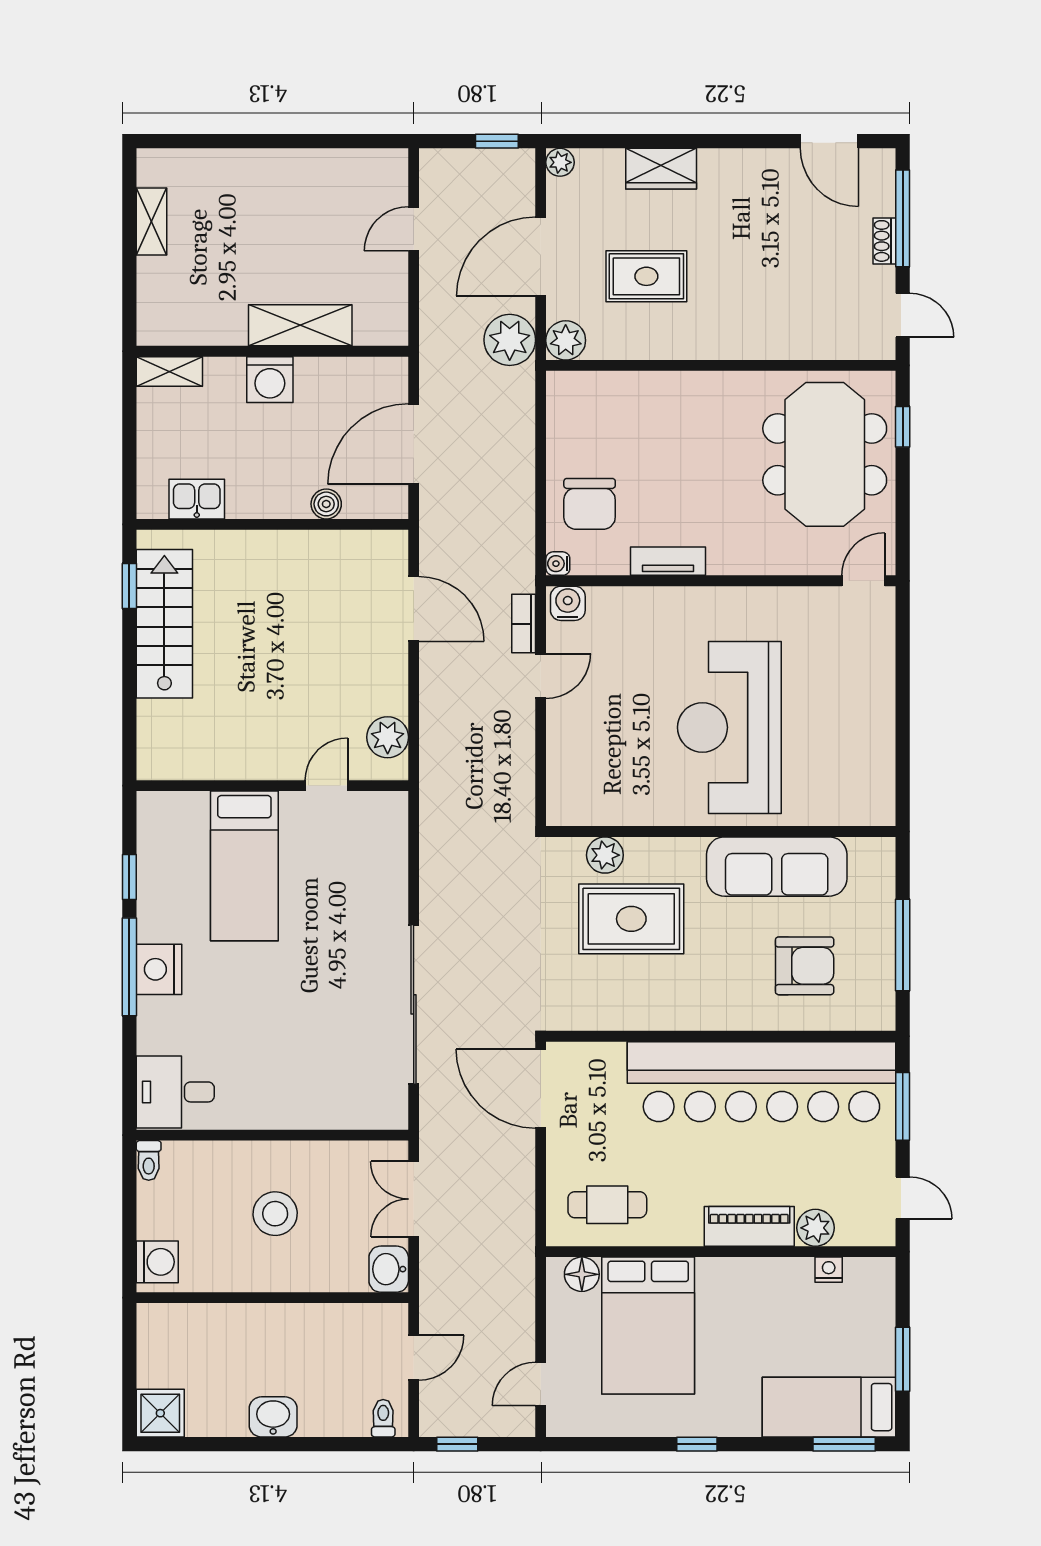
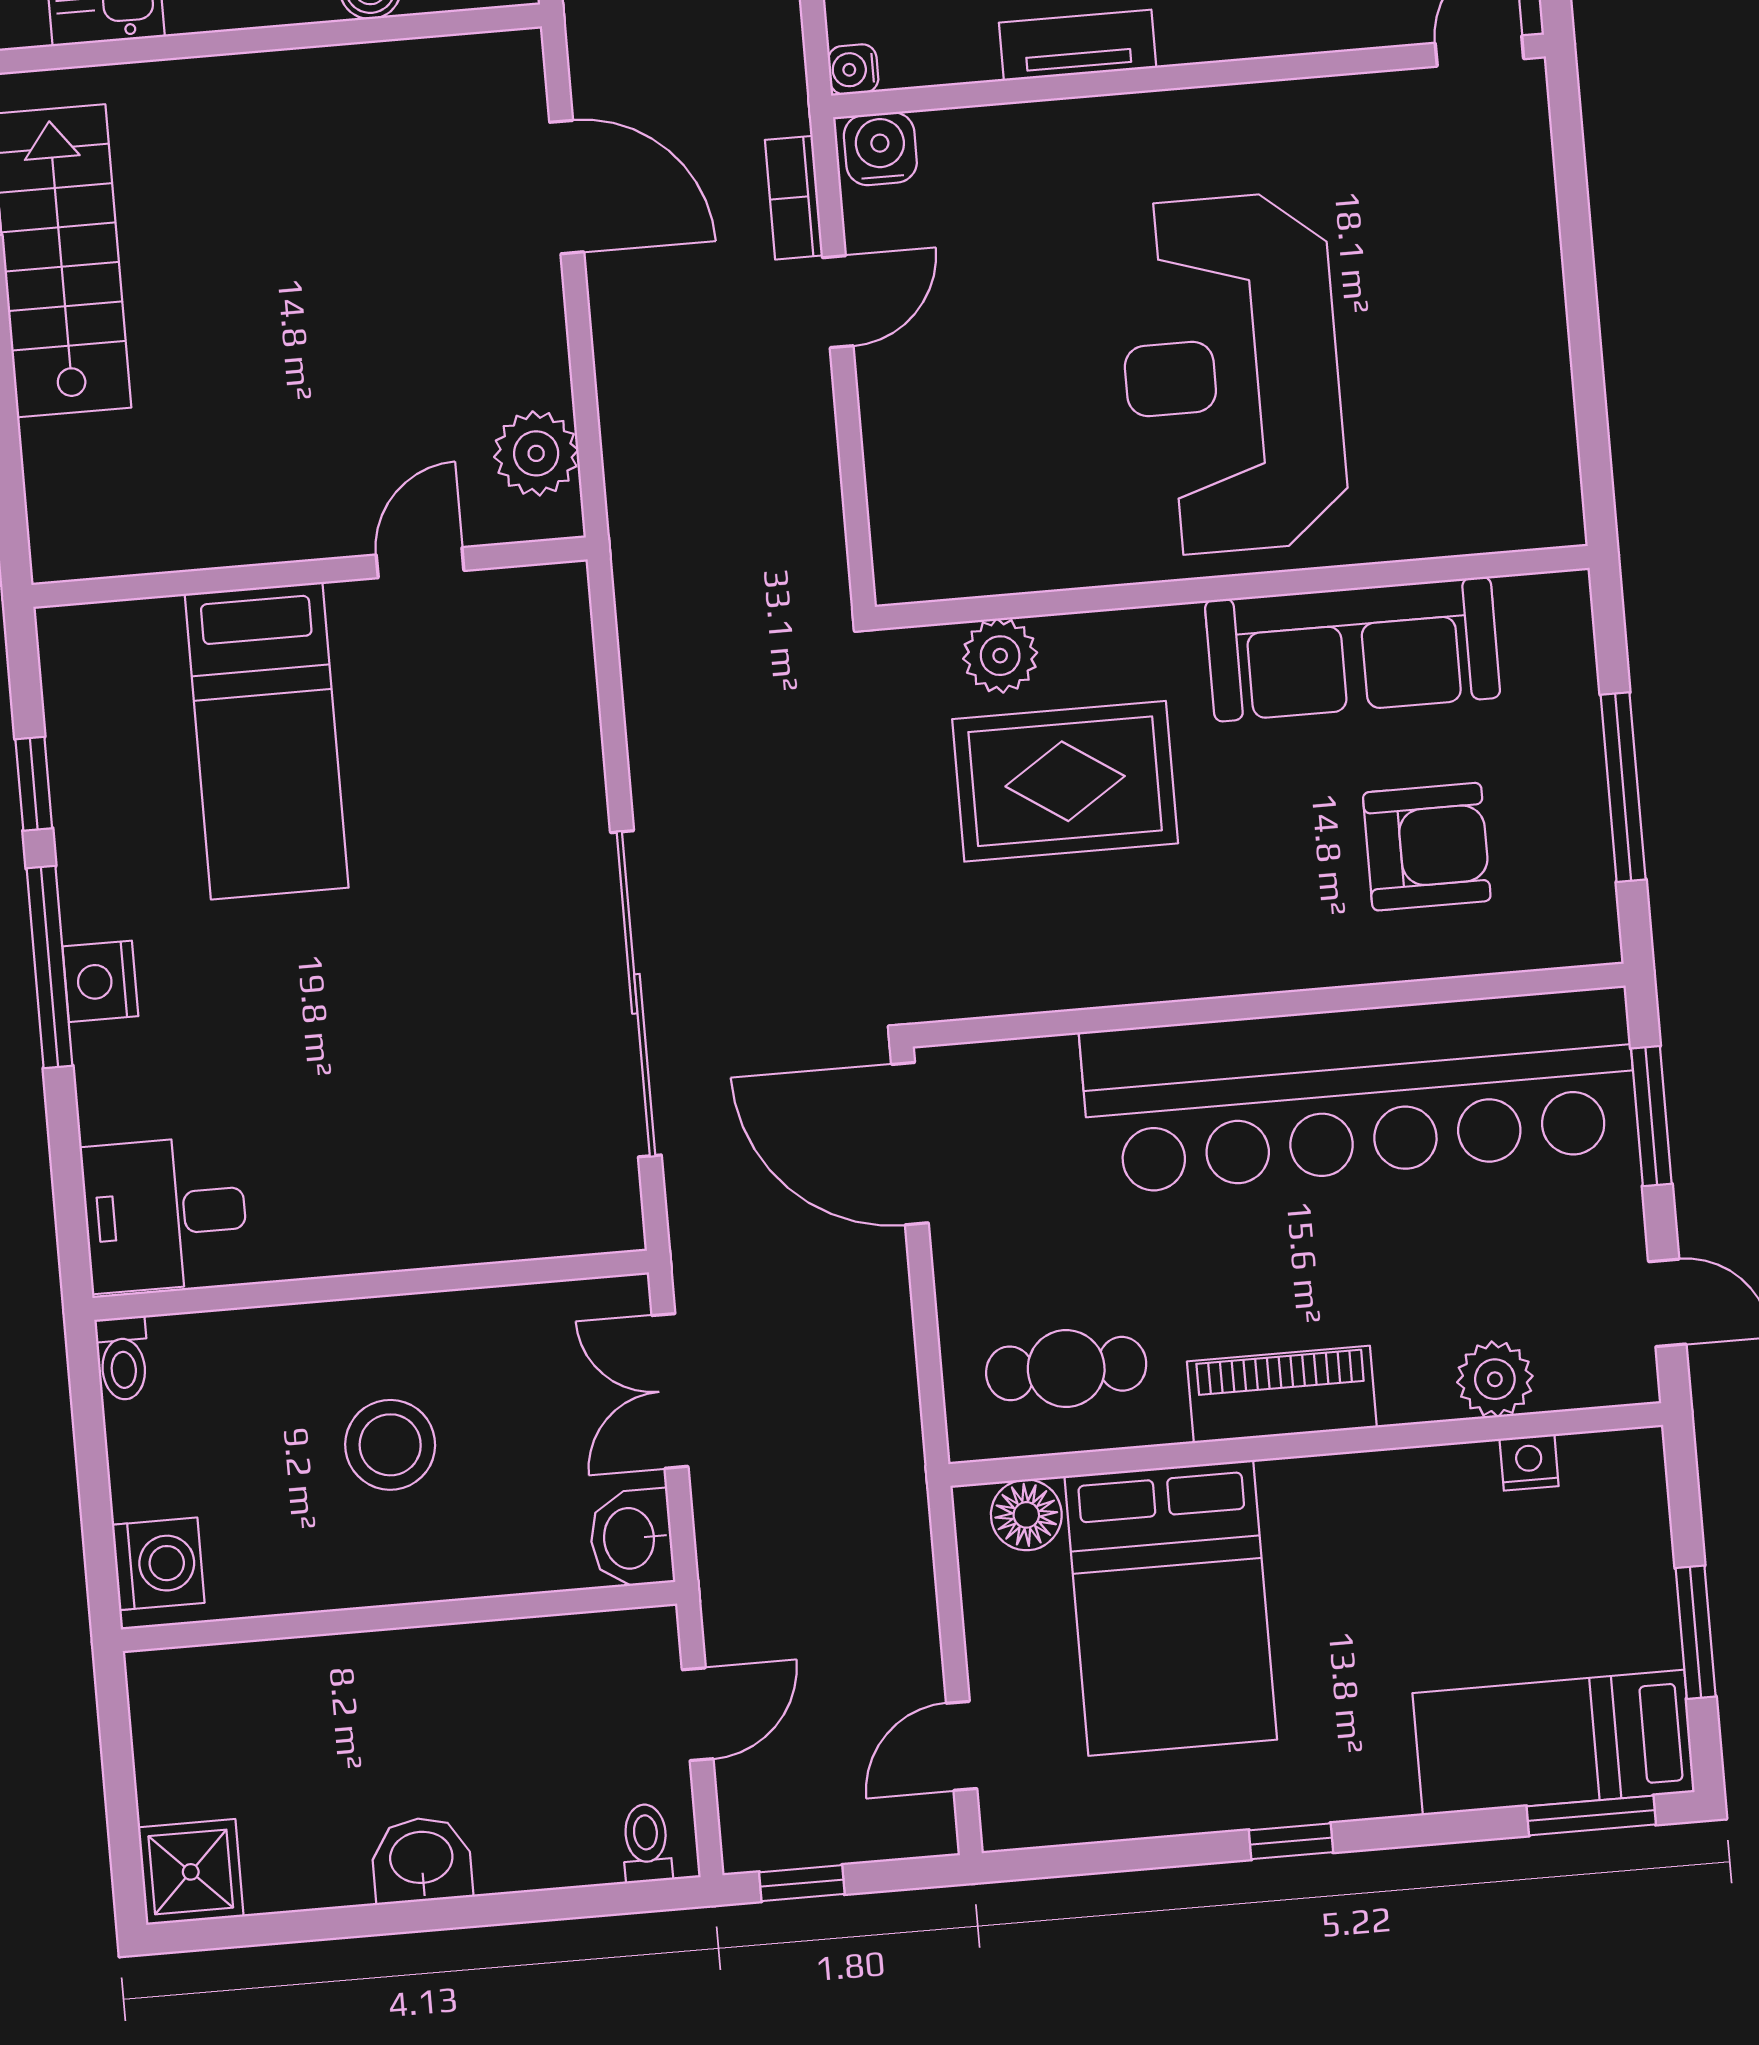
nightstand: (159, 969) -> (100, 981), width x0.74, depth x0.75
piano: (749, 1226) -> (1282, 1394), moved

